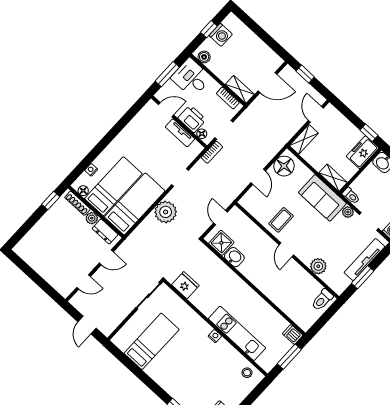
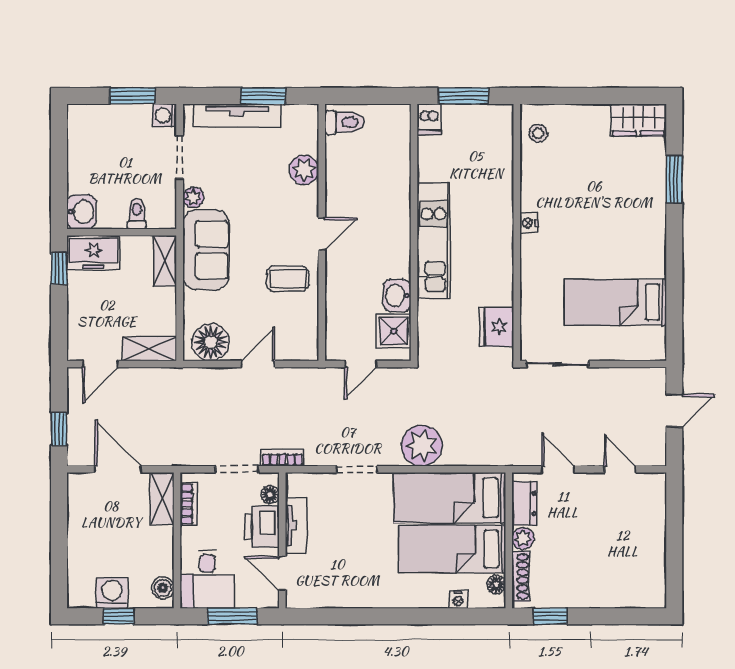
toilet: (351, 196) -> (137, 214), moved
kitchen unit: (237, 333) -> (433, 240), moved, turned 180

